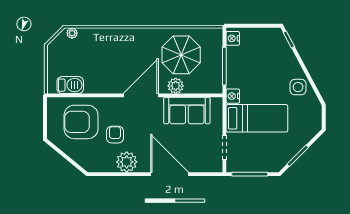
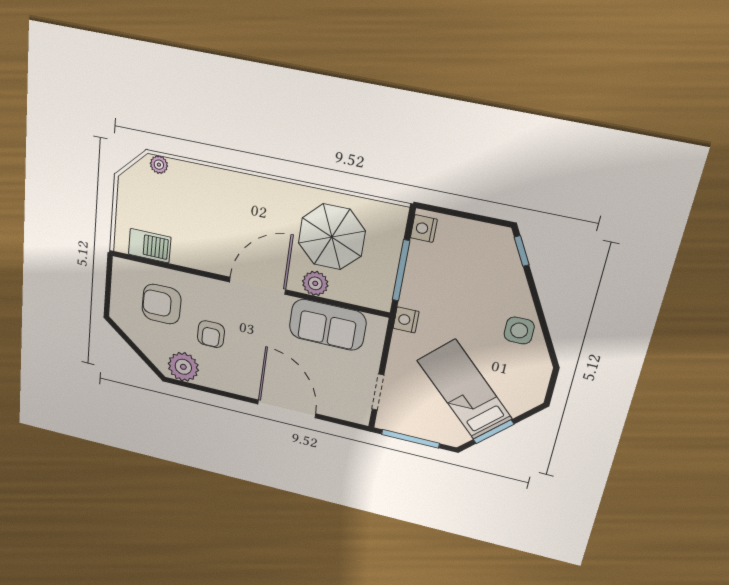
bed: (257, 118) -> (465, 390), moved, turned -135
armchair: (81, 122) -> (162, 304), width x0.73, depth x0.73
armchair: (115, 135) -> (211, 334), turned 180
plant: (127, 162) -> (183, 367), moved

